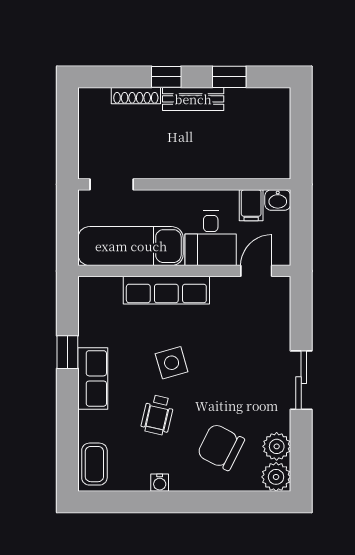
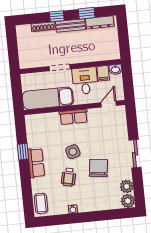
dresser: (255, 99) -> (100, 22), added
doorway: (112, 184) -> (59, 68), moved
desk: (211, 238) -> (85, 81), moved, turned 180
row of seats: (166, 290) -> (73, 117), width x0.68
chair: (221, 447) -> (98, 168), moved, turned 70

